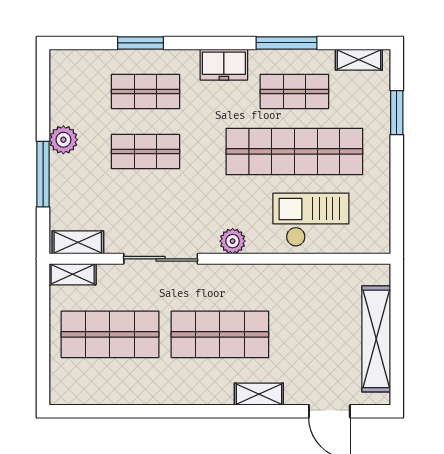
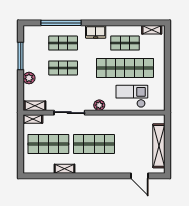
window: (141, 43) -> (61, 23), width x2.11
window: (287, 43) -> (122, 23), removed
window: (397, 113) -> (168, 52), removed
plant: (63, 140) -> (29, 78), moved
window: (43, 174) -> (21, 56), moved
shelving: (259, 394) -> (65, 169), moved

